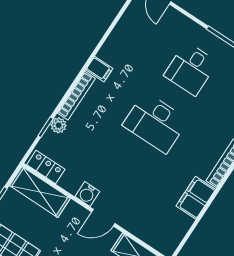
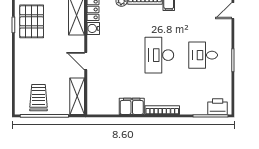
water cooler: (87, 194) -> (93, 28), moved

